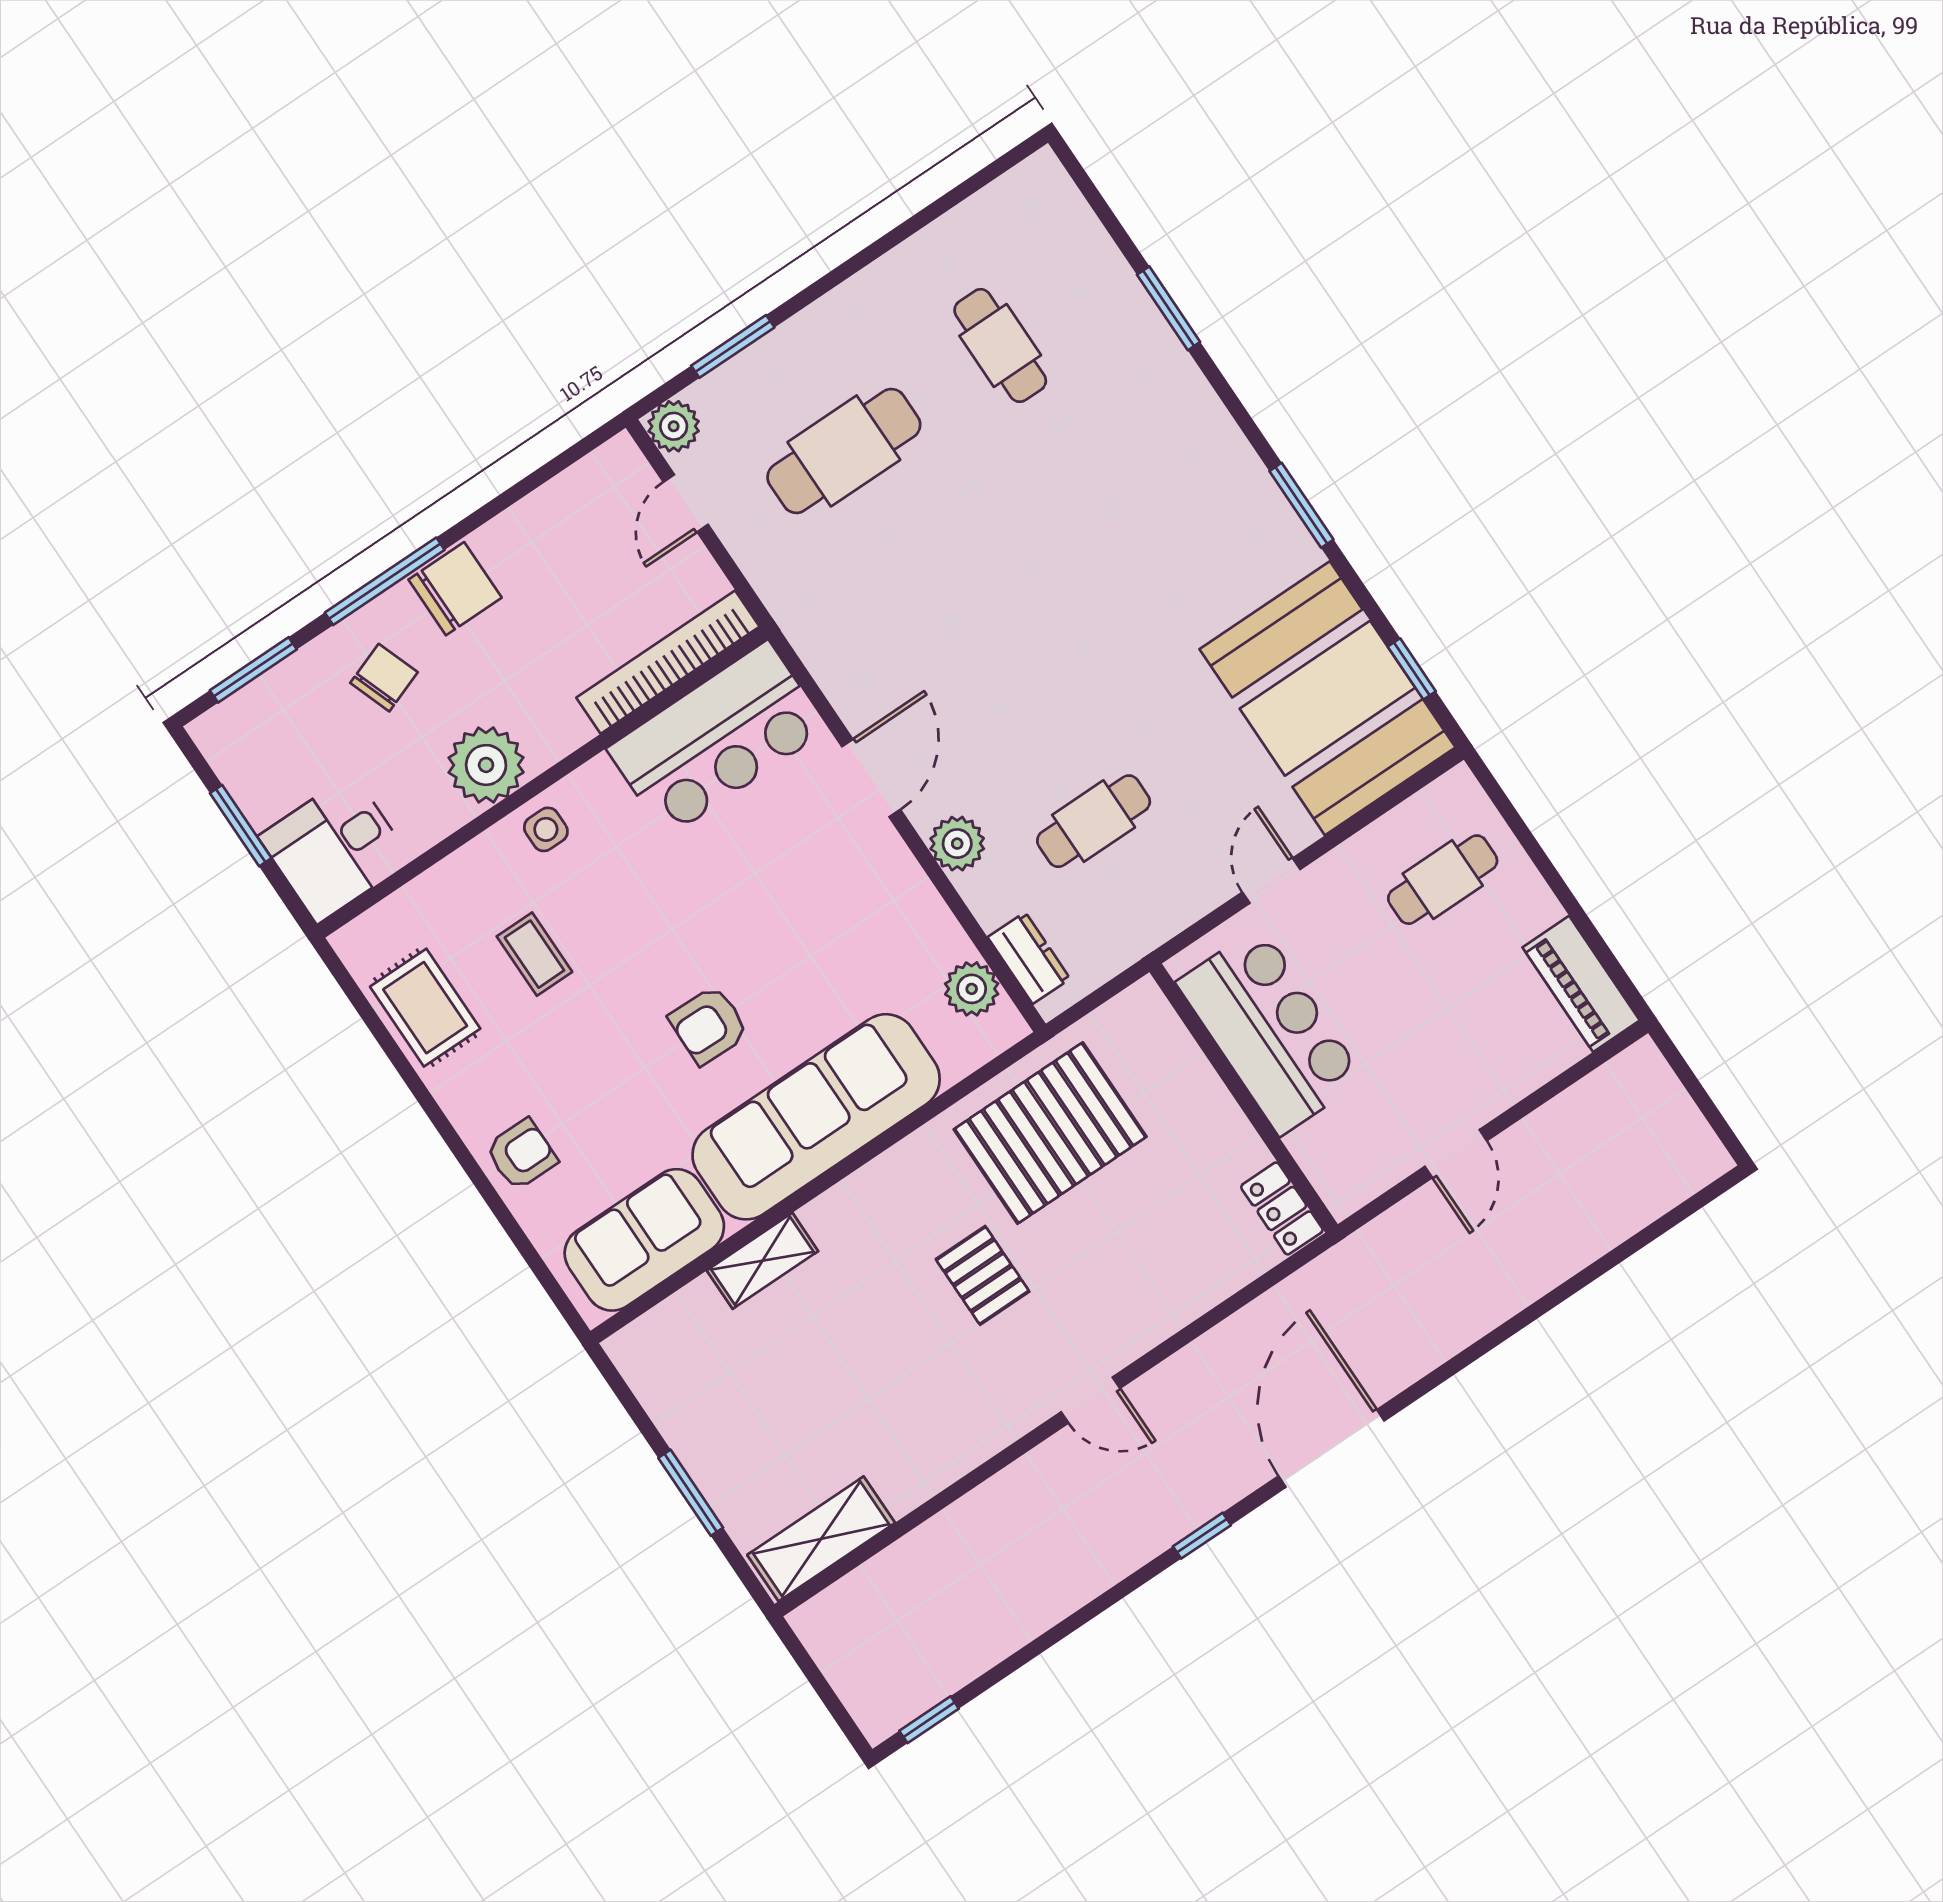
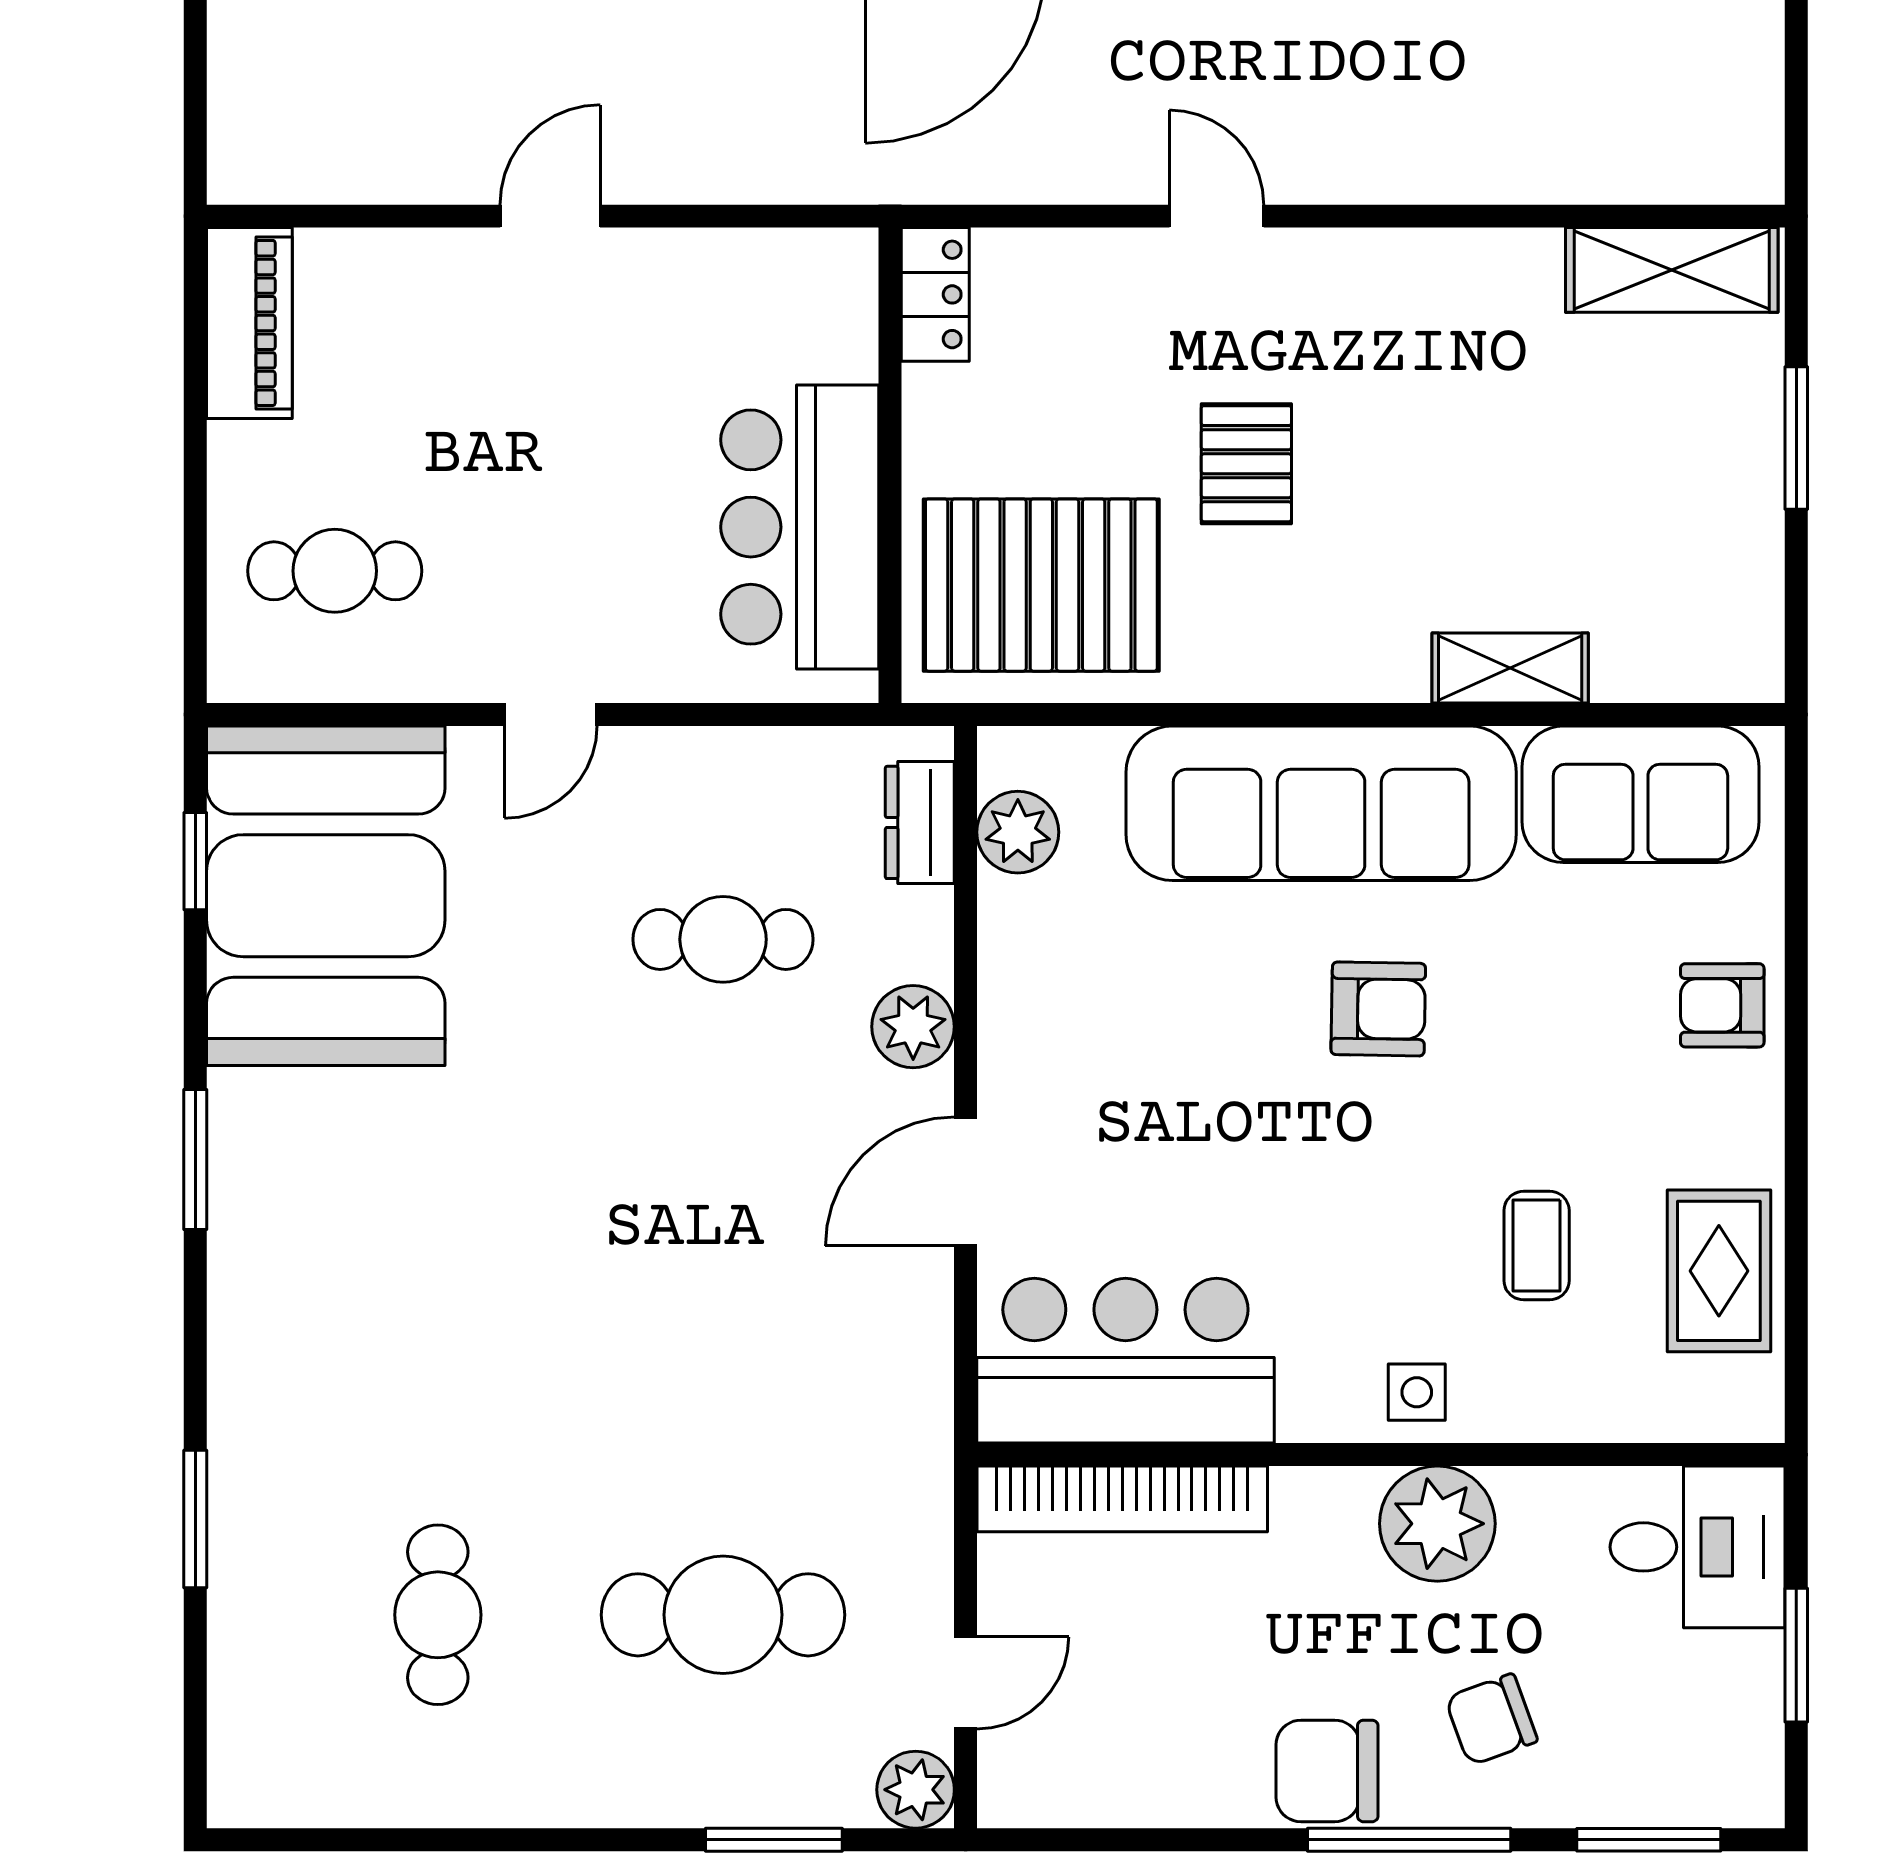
bar counter: (1270, 1031) -> (800, 527), moved
wall: (1244, 1098) -> (890, 465), moved
locker: (1282, 1208) -> (935, 294), moved

